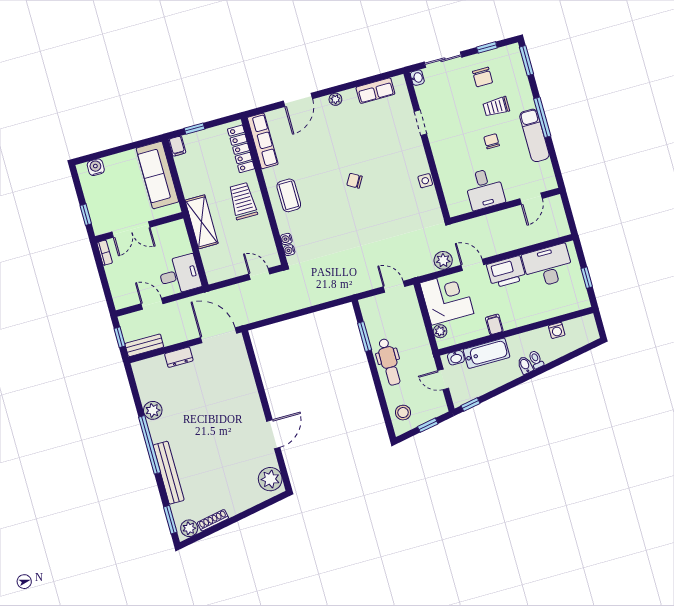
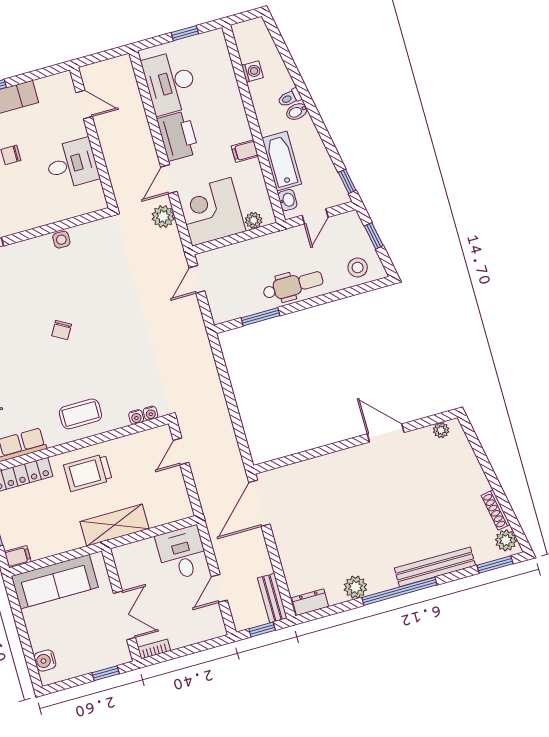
dresser: (179, 357) -> (310, 602), moved, turned -90
plant: (270, 479) -> (441, 430), width x0.53, depth x0.53

